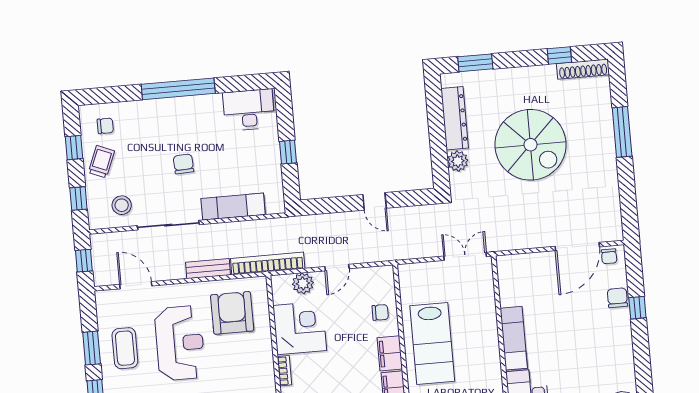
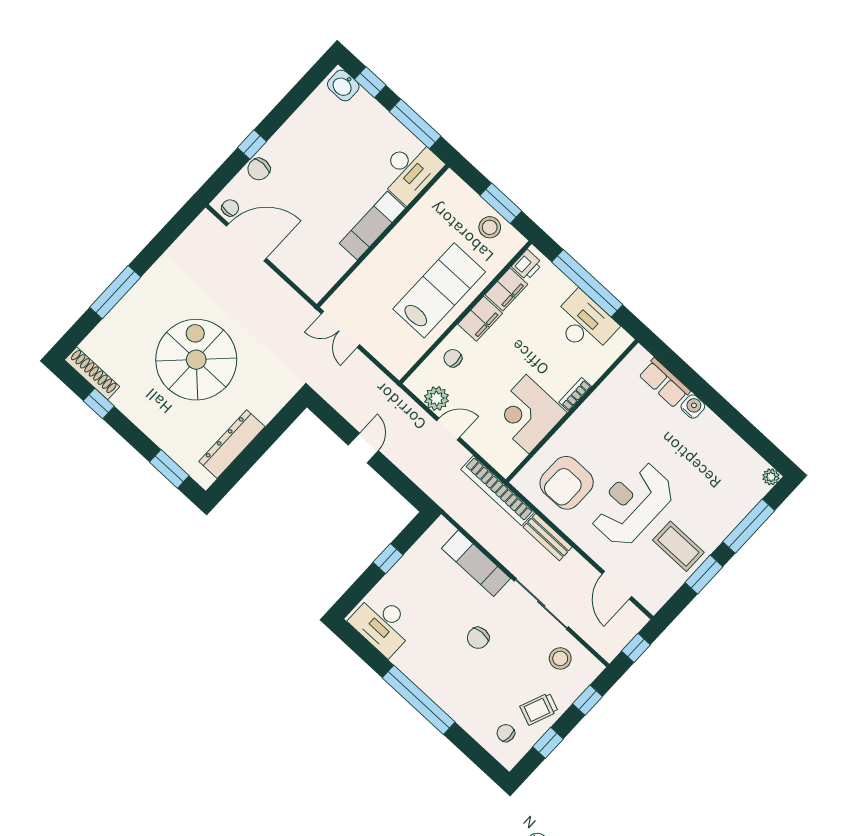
plant: (458, 161) -> (266, 409), removed
plant: (303, 283) -> (437, 398), moved
coffee table: (125, 348) -> (678, 546), turned 90

